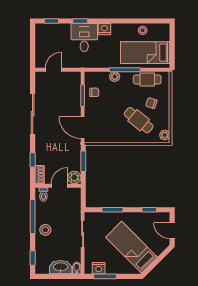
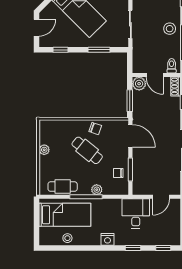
desk: (84, 38) -> (136, 214), moved, turned 180
chair: (151, 103) -> (95, 129), moved
cafe table: (139, 120) -> (87, 150), moved
plant: (165, 135) -> (44, 150), moved
door: (59, 186) -> (155, 75), hinge flipped
door: (172, 231) -> (37, 28), hinge flipped

